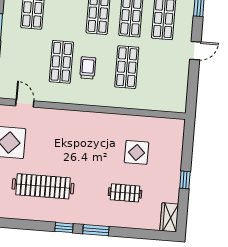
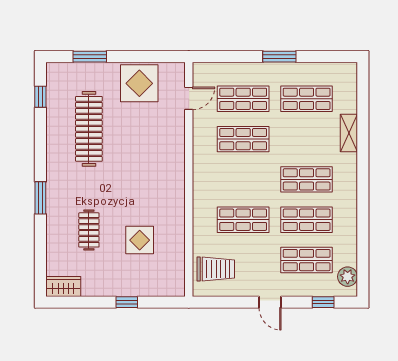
shop shelf: (29, 59) -> (243, 99), added
trolley: (88, 68) -> (216, 269), moved, width x1.36, depth x1.39
window: (185, 180) -> (127, 302), moved
window: (64, 228) -> (40, 97), moved

